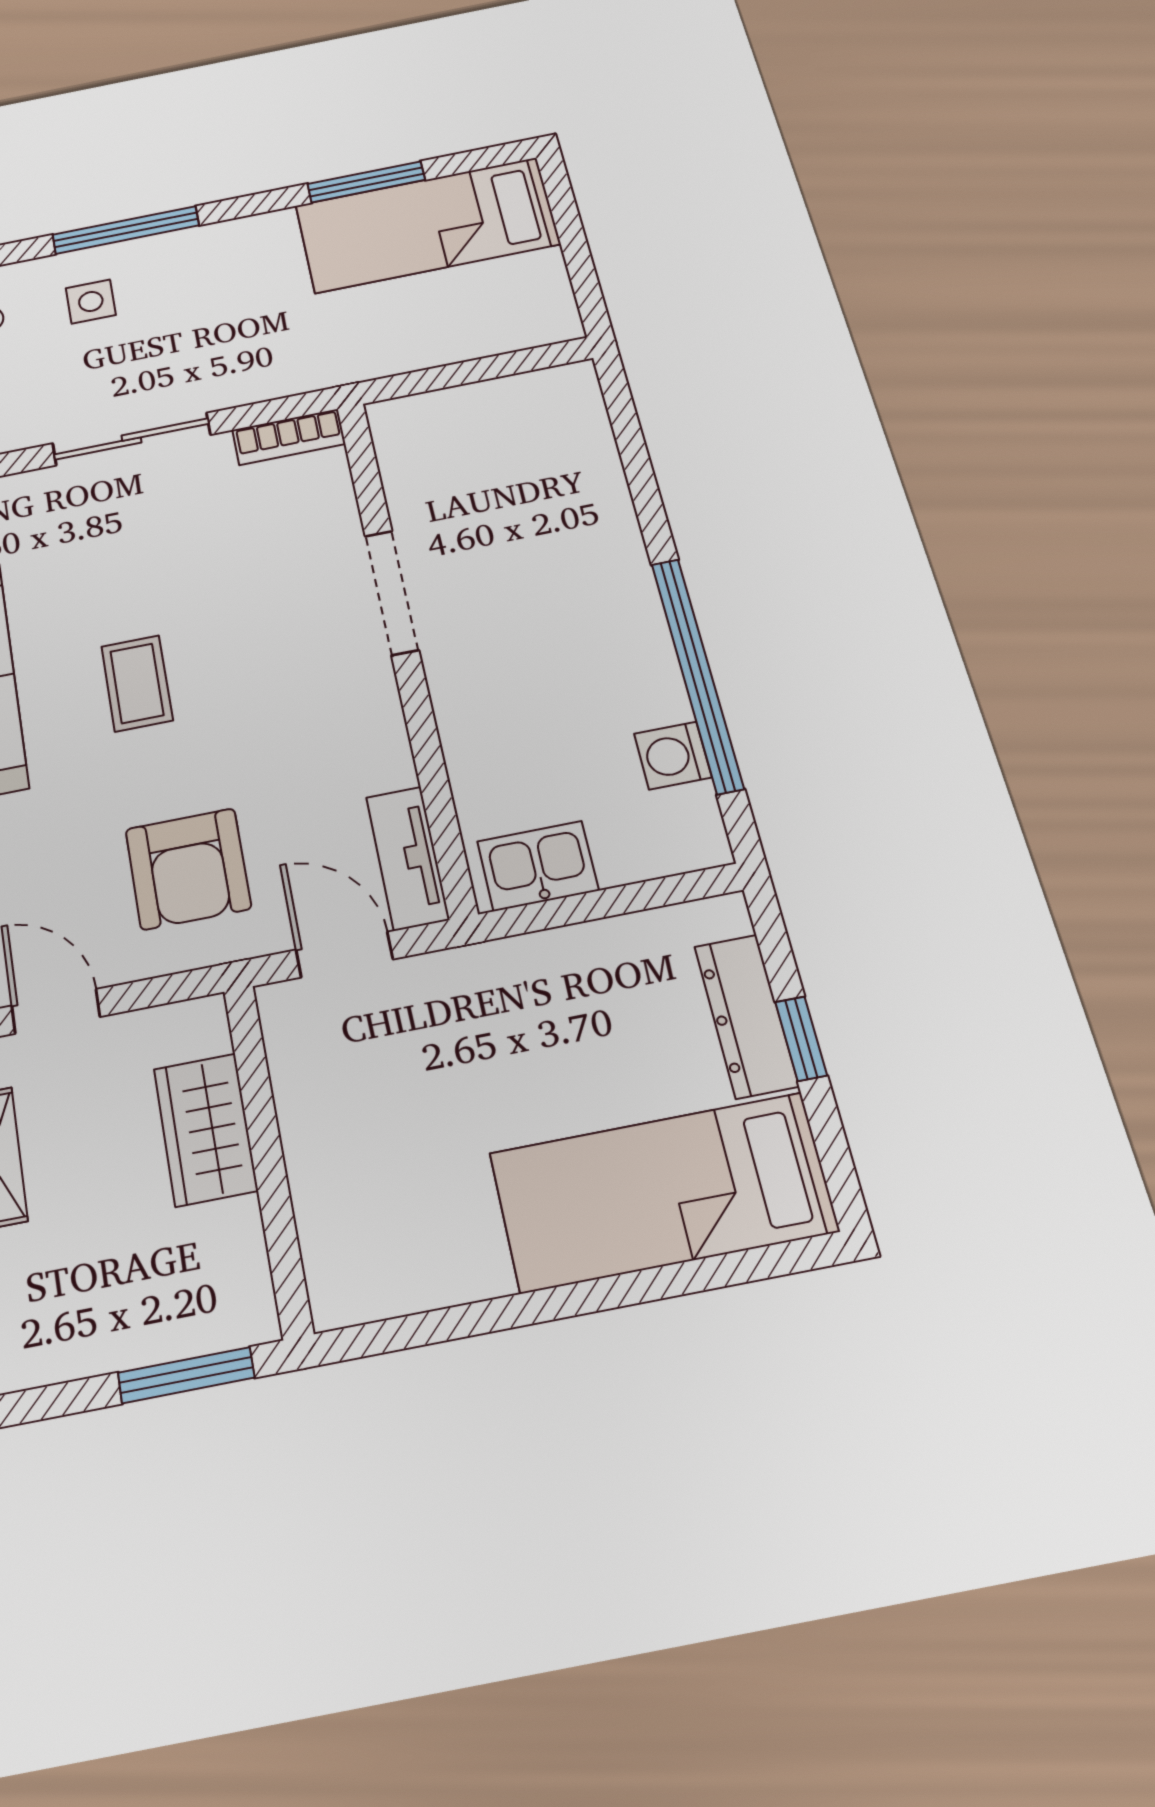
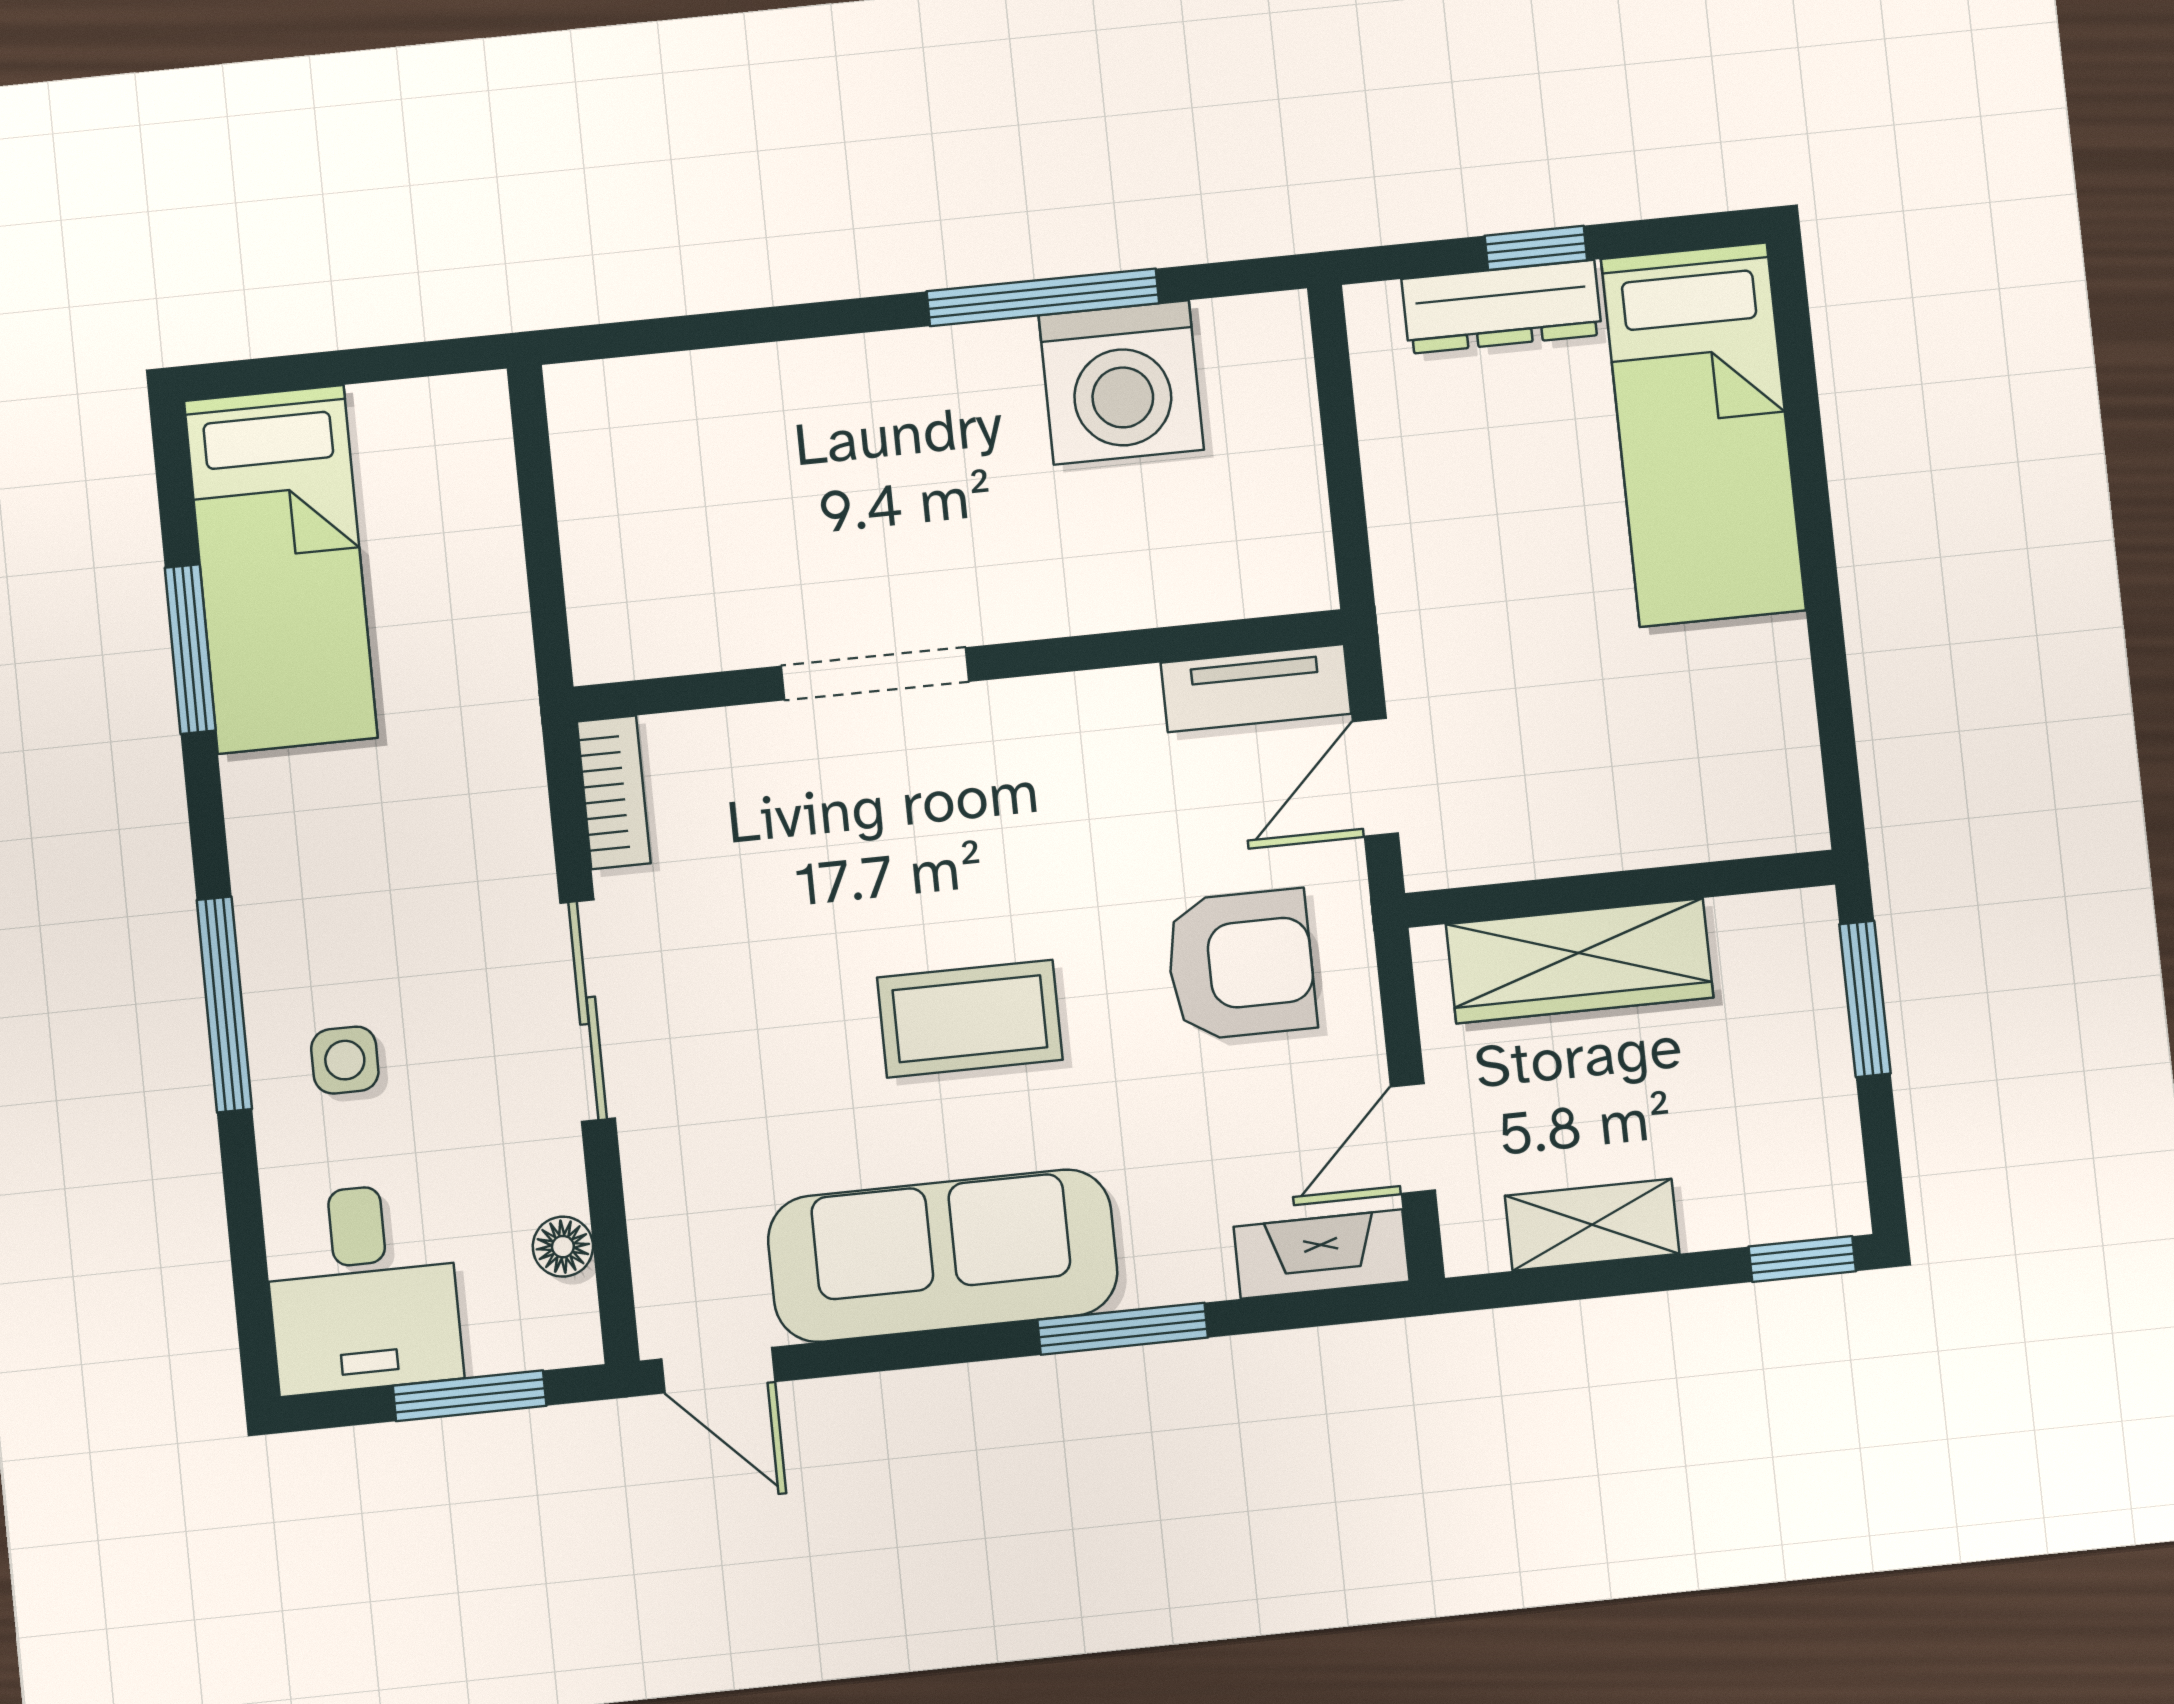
window: (697, 674) -> (1043, 297), width x0.68
coffee table: (137, 683) -> (970, 1019), width x1.36, depth x1.30
washing machine: (673, 756) -> (1121, 382), width x1.89, depth x1.89
kitchen sink: (538, 866) -> (1284, 529), removed
wardrobe: (206, 1129) -> (1580, 961), width x1.50

